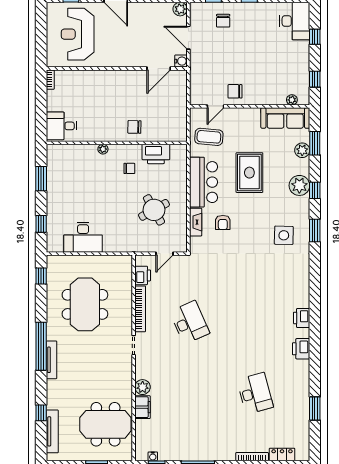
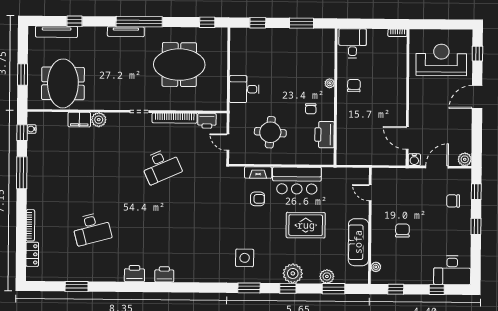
chair: (235, 91) -> (402, 231), moved
sofa: (285, 118) -> (358, 242), moved
chair: (134, 127) -> (354, 86), moved
coffee table: (209, 137) -> (341, 186), removed
round table: (154, 210) -> (270, 132), turned 33
armchair: (223, 223) -> (258, 199), turned 180
desk: (83, 237) -> (244, 89), moved, width x0.73

